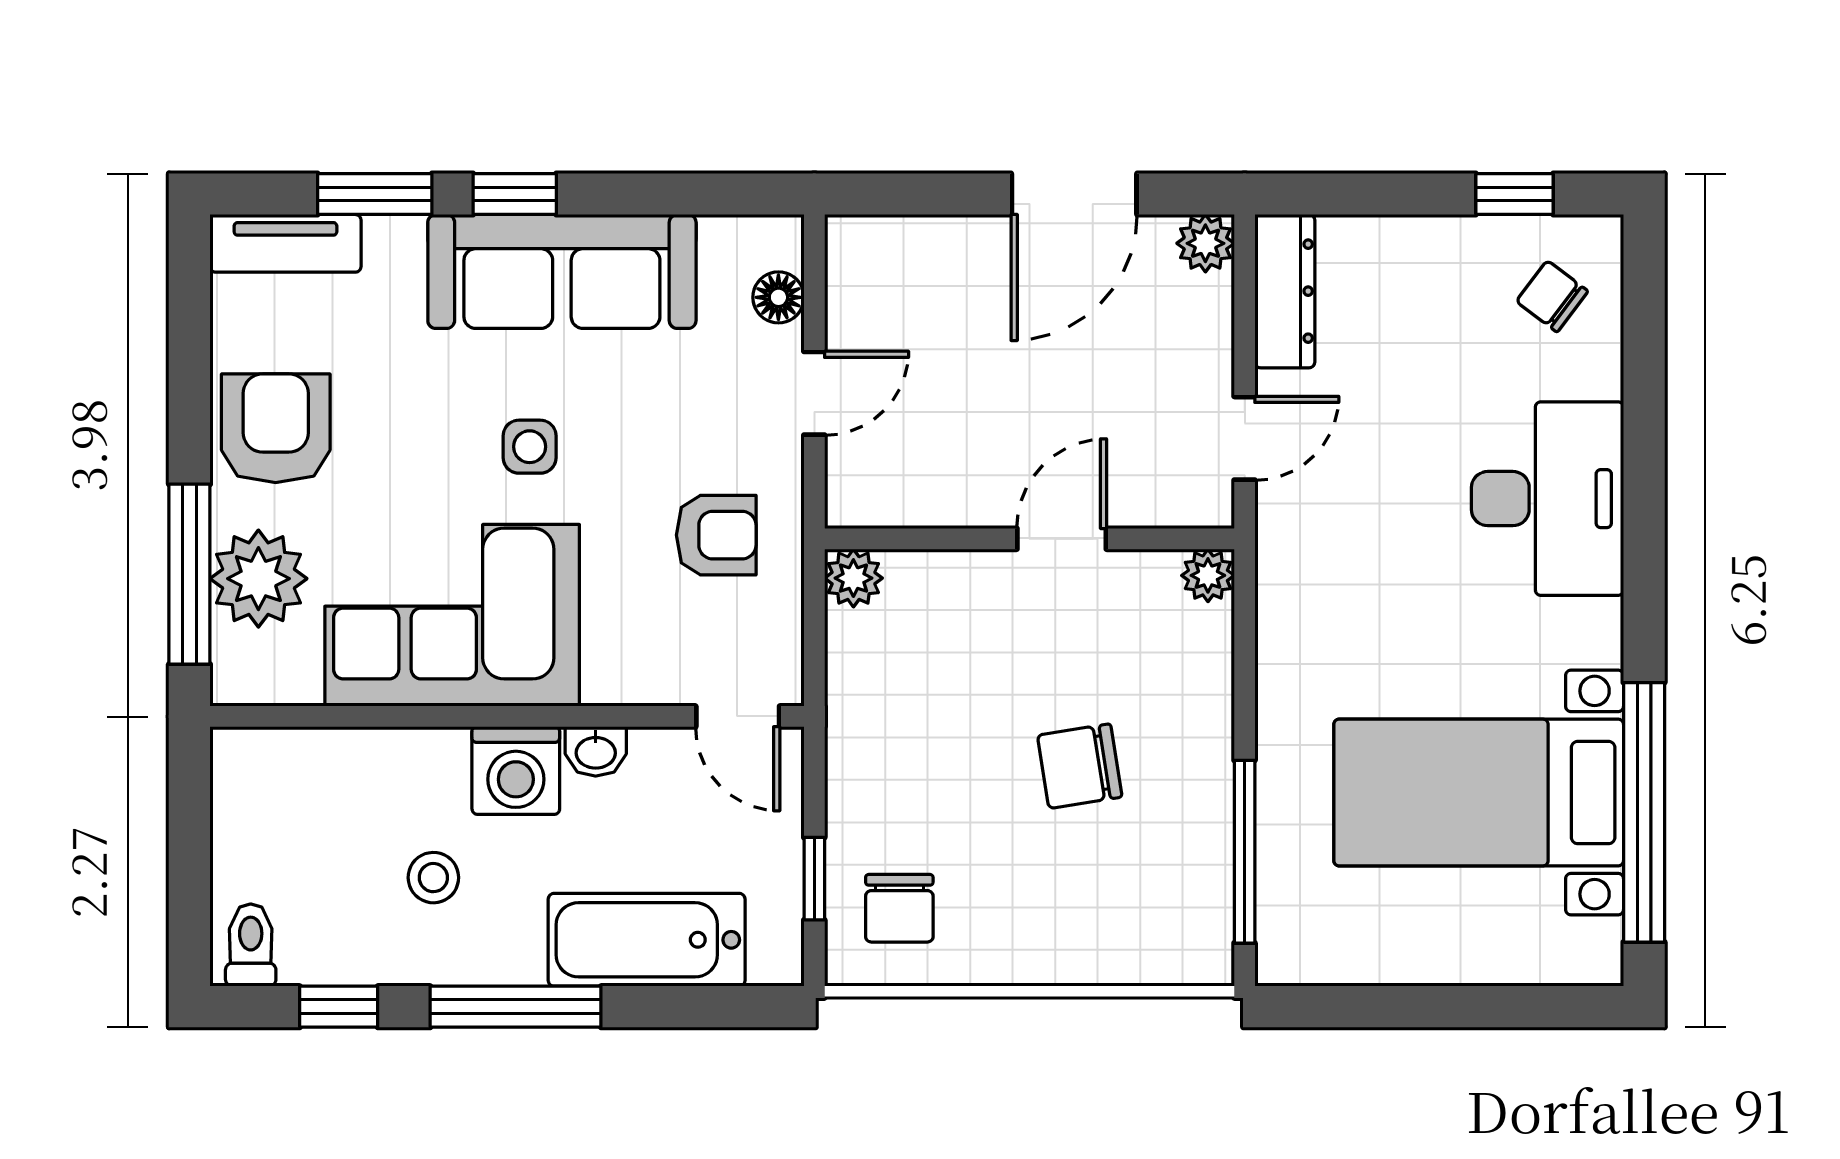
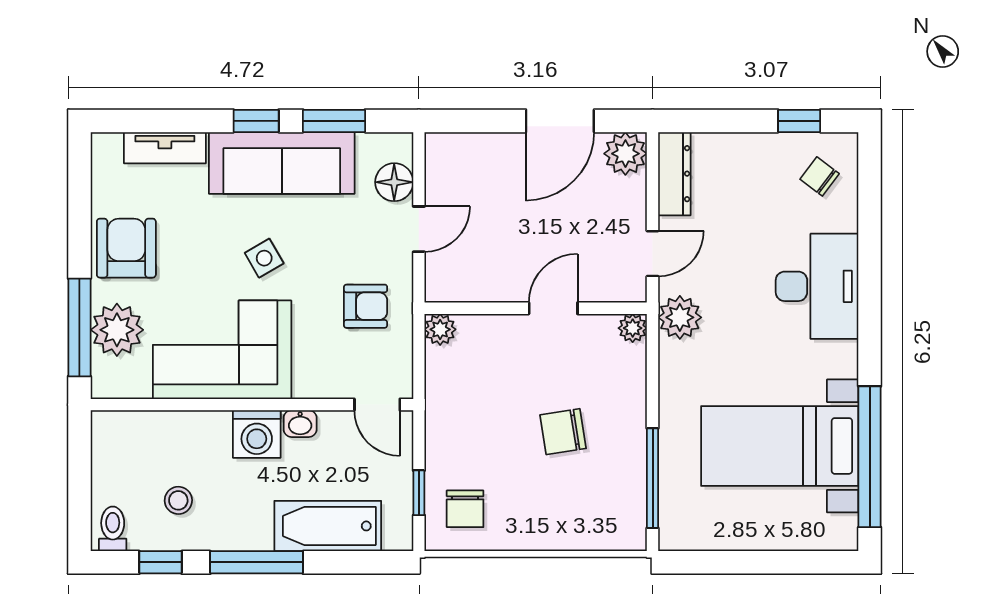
window: (375, 194) -> (334, 121), moved
tv unit: (285, 243) -> (165, 148), moved
plant: (1205, 243) -> (625, 154), width x1.38, depth x1.38
floor lamp: (778, 297) -> (394, 182), width x1.37, depth x1.37
side table: (530, 447) -> (264, 258), turned -30
plant: (1295, 556) -> (680, 317), added
stool: (433, 878) -> (178, 500), moved

